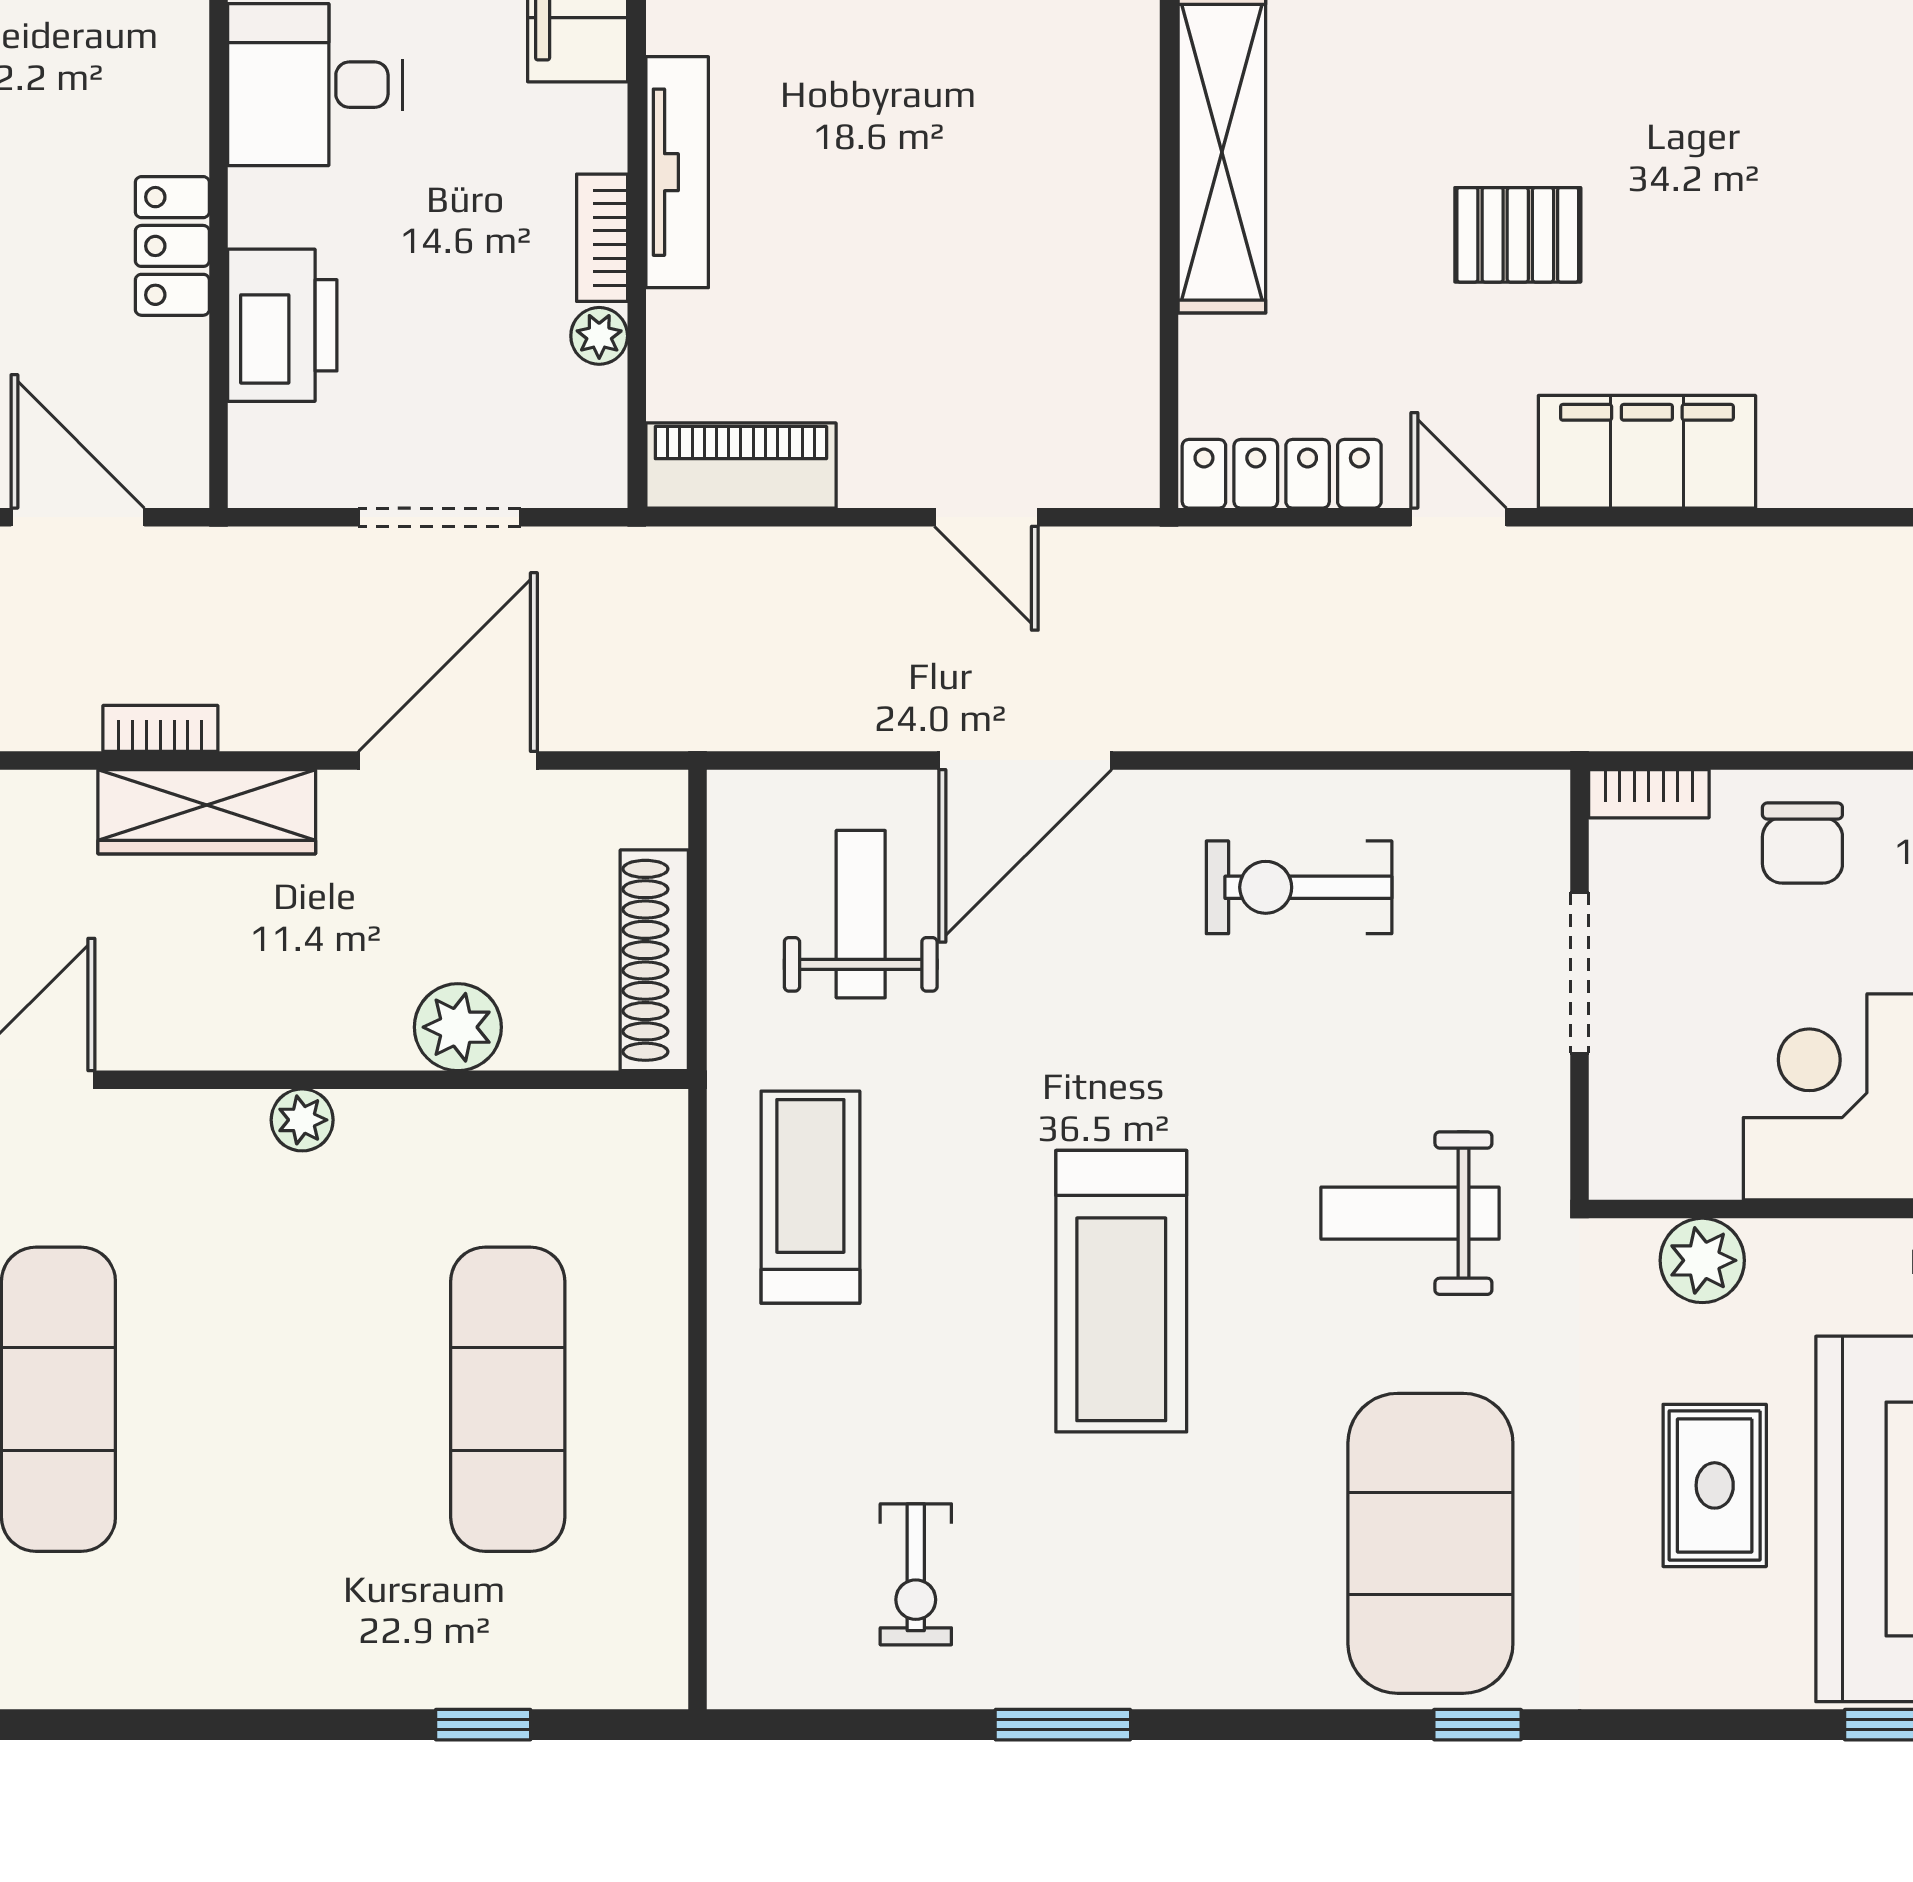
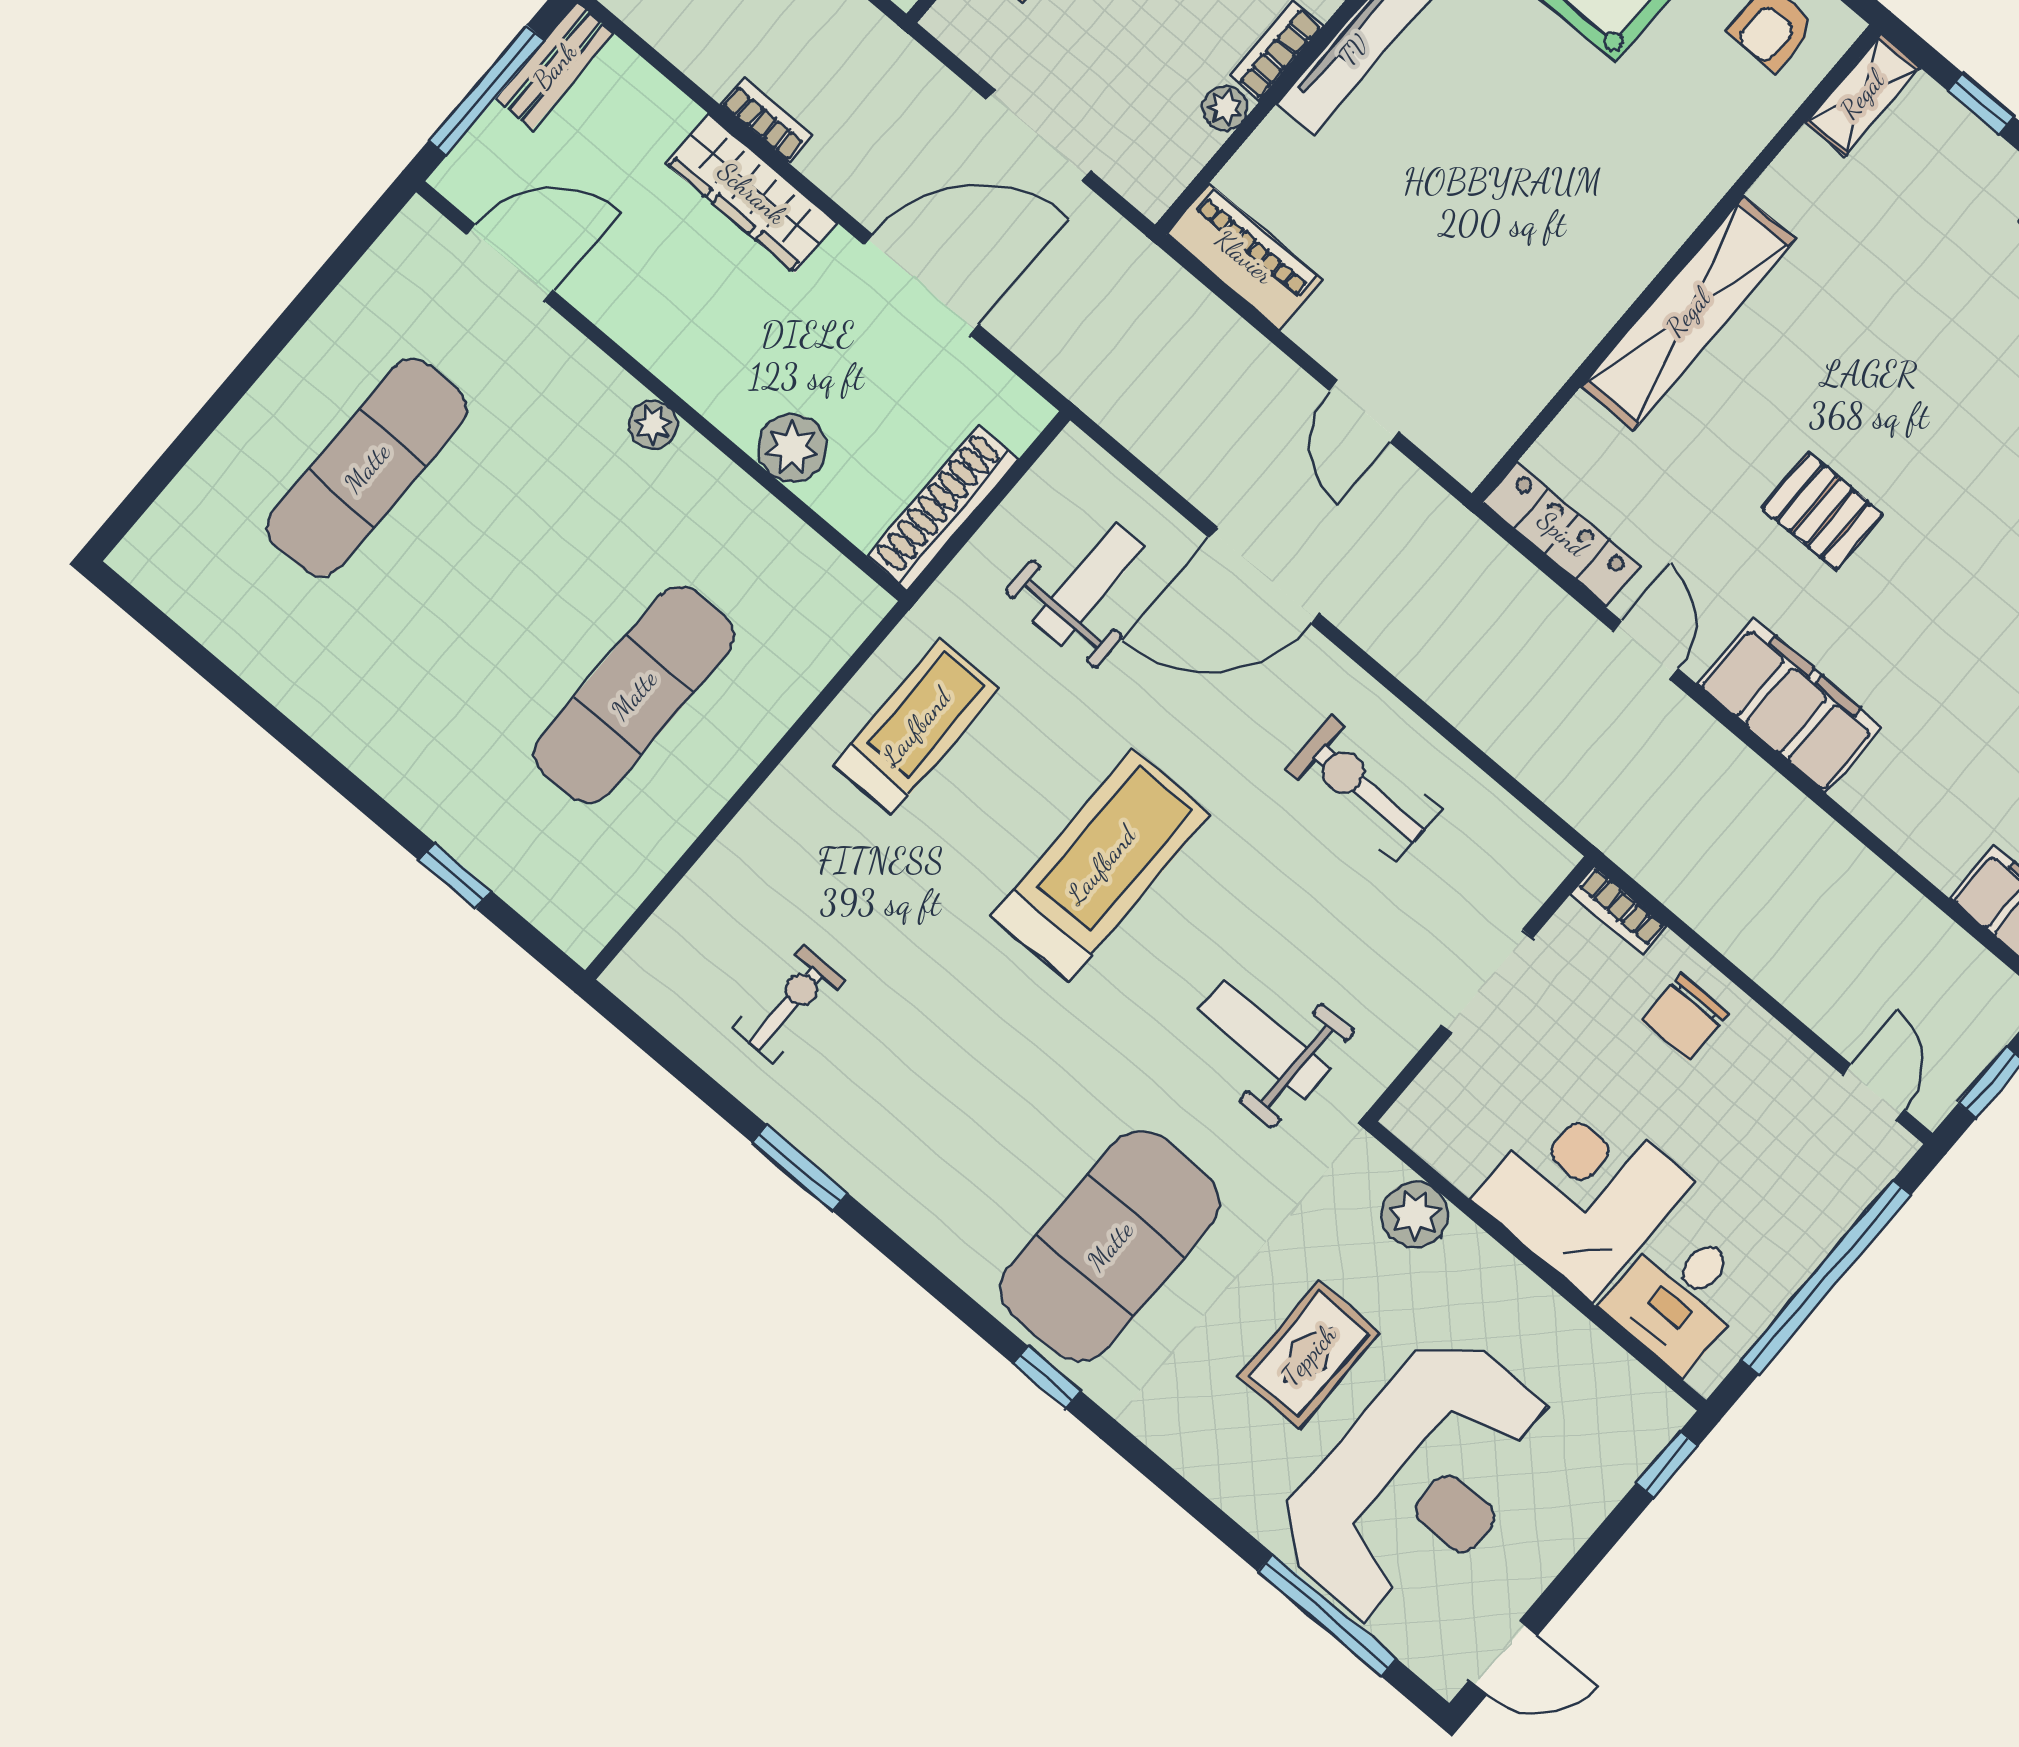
treadmill: (1121, 1291) -> (1101, 865), moved, turned 180
exercise bike: (916, 1574) -> (789, 1005), turned 180

